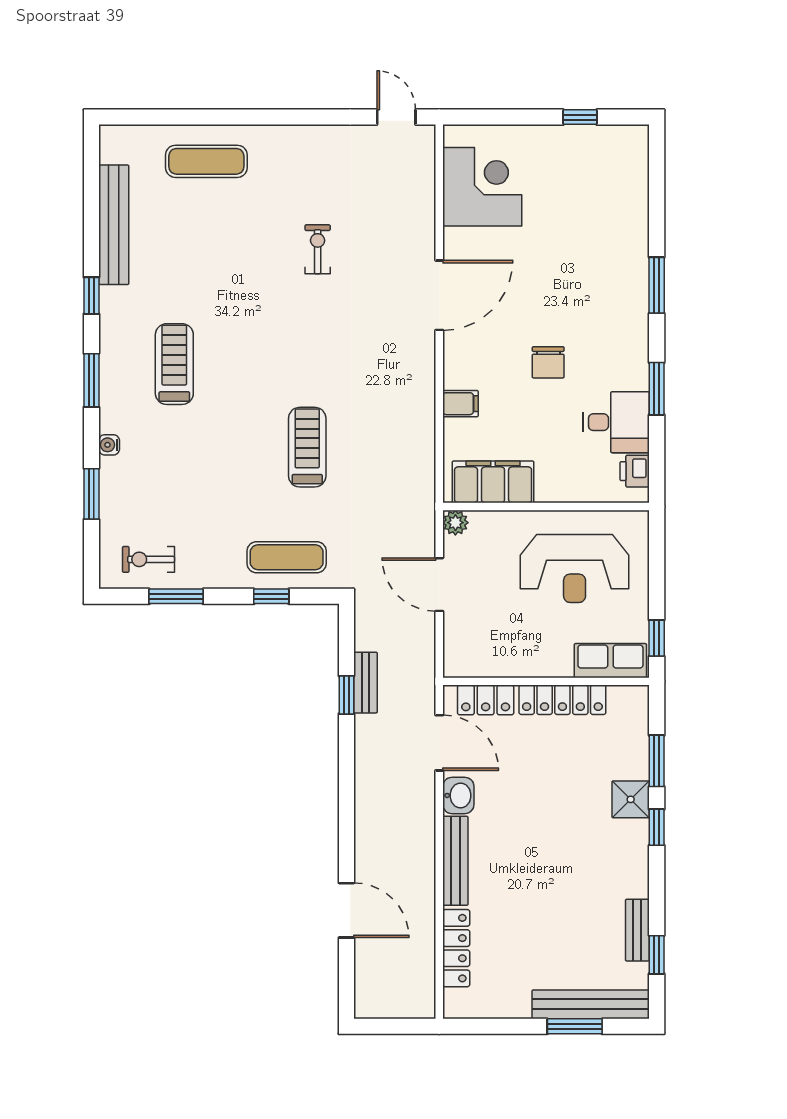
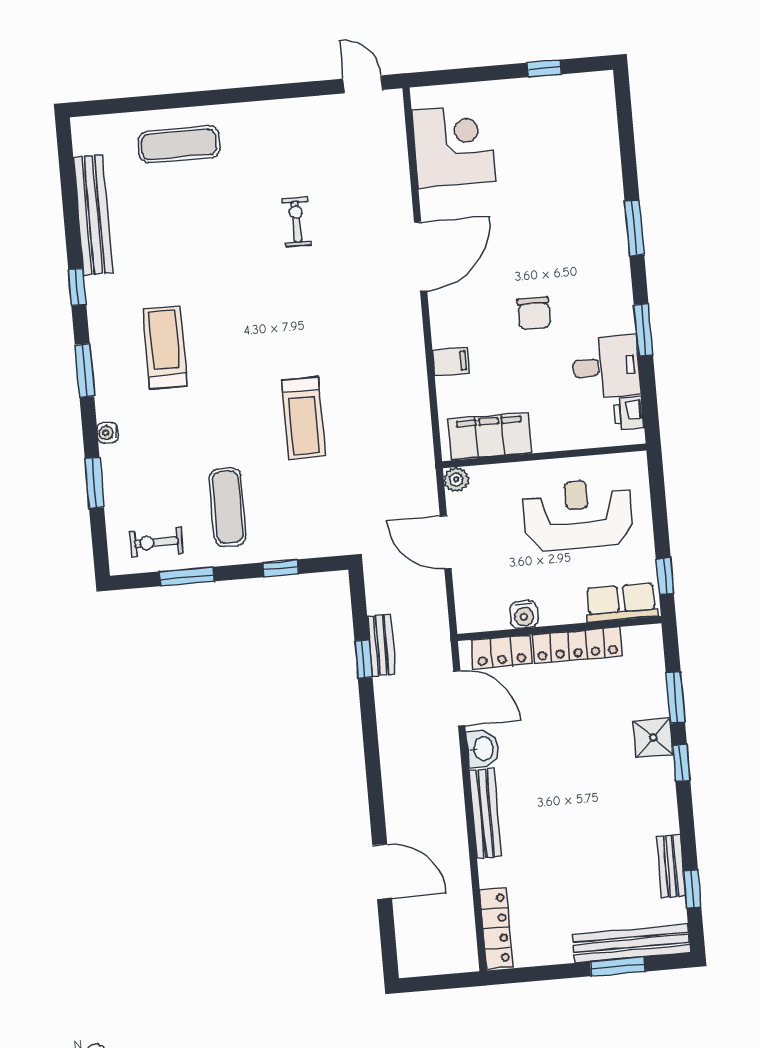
treadmill: (307, 447) -> (303, 418), turned 180
exercise mat: (287, 557) -> (228, 507), moved, turned 90
reception desk: (575, 569) -> (578, 515), turned 180
water cooler: (512, 664) -> (524, 615), added
locker: (456, 948) -> (496, 928), moved

